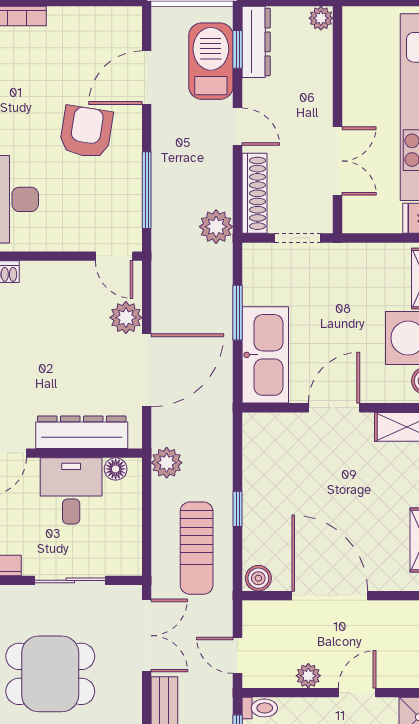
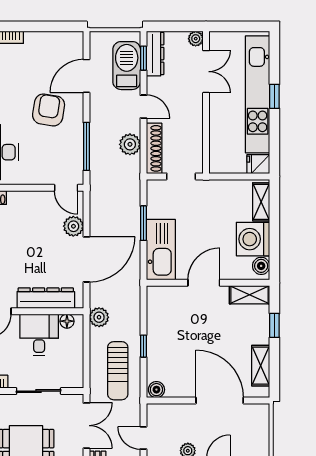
double door: (338, 161) -> (206, 72), moved
plant: (216, 227) -> (130, 144), moved
door: (330, 596) -> (220, 401), moved

